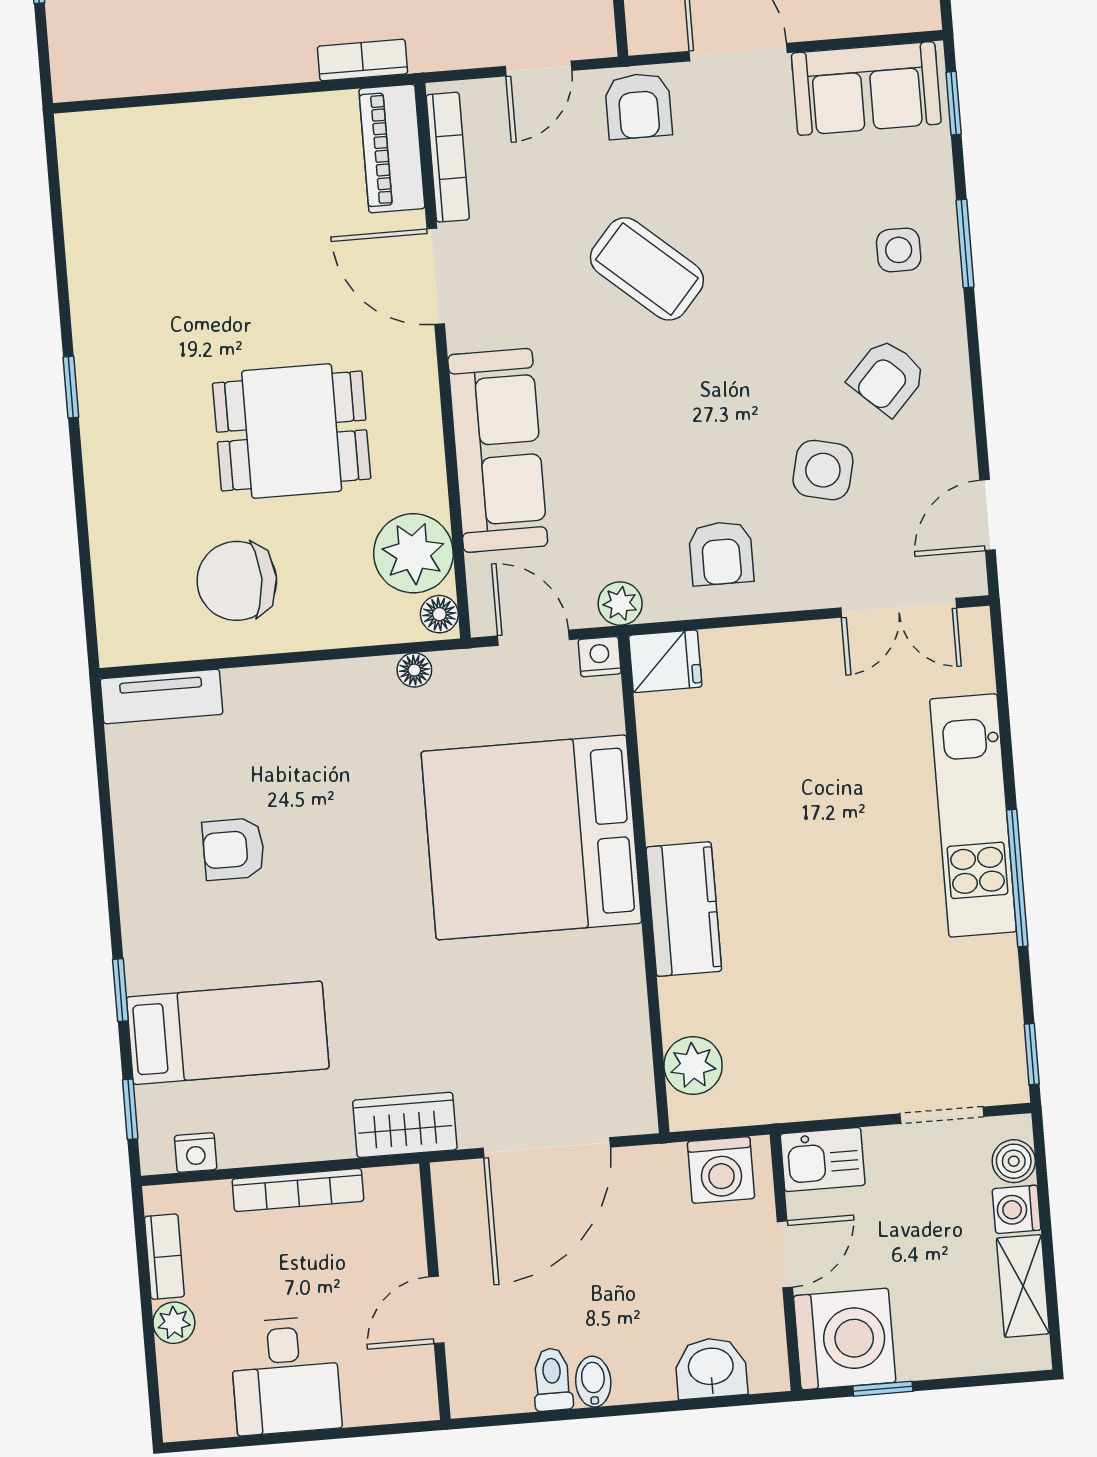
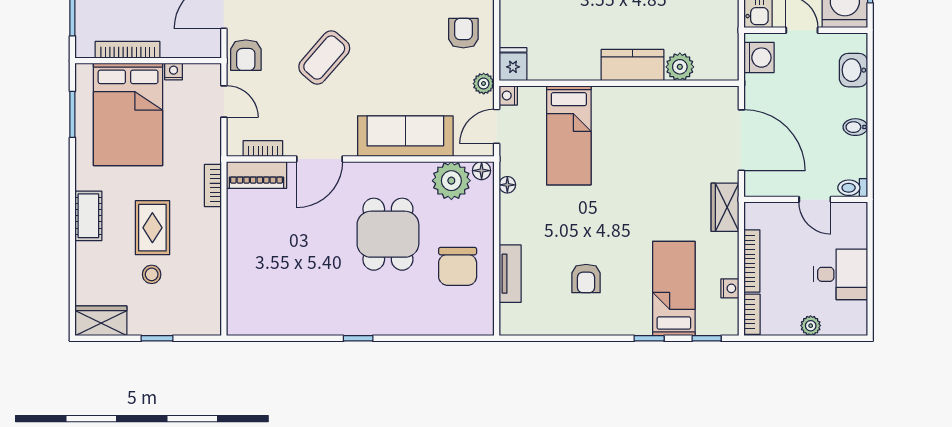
armchair: (638, 106) -> (246, 55), turned 90
bookcase: (448, 157) -> (263, 149), width x0.64
armchair: (721, 553) -> (463, 33), turned -90
tv unit: (162, 697) -> (510, 274), moved
bed: (531, 837) -> (569, 135), width x0.49
plant: (693, 1065) -> (680, 67), moved
nightstand: (196, 1153) -> (730, 288), moved
bookcase: (164, 1257) -> (752, 314), moved, turned 90
toilet: (552, 1379) -> (853, 188), moved

